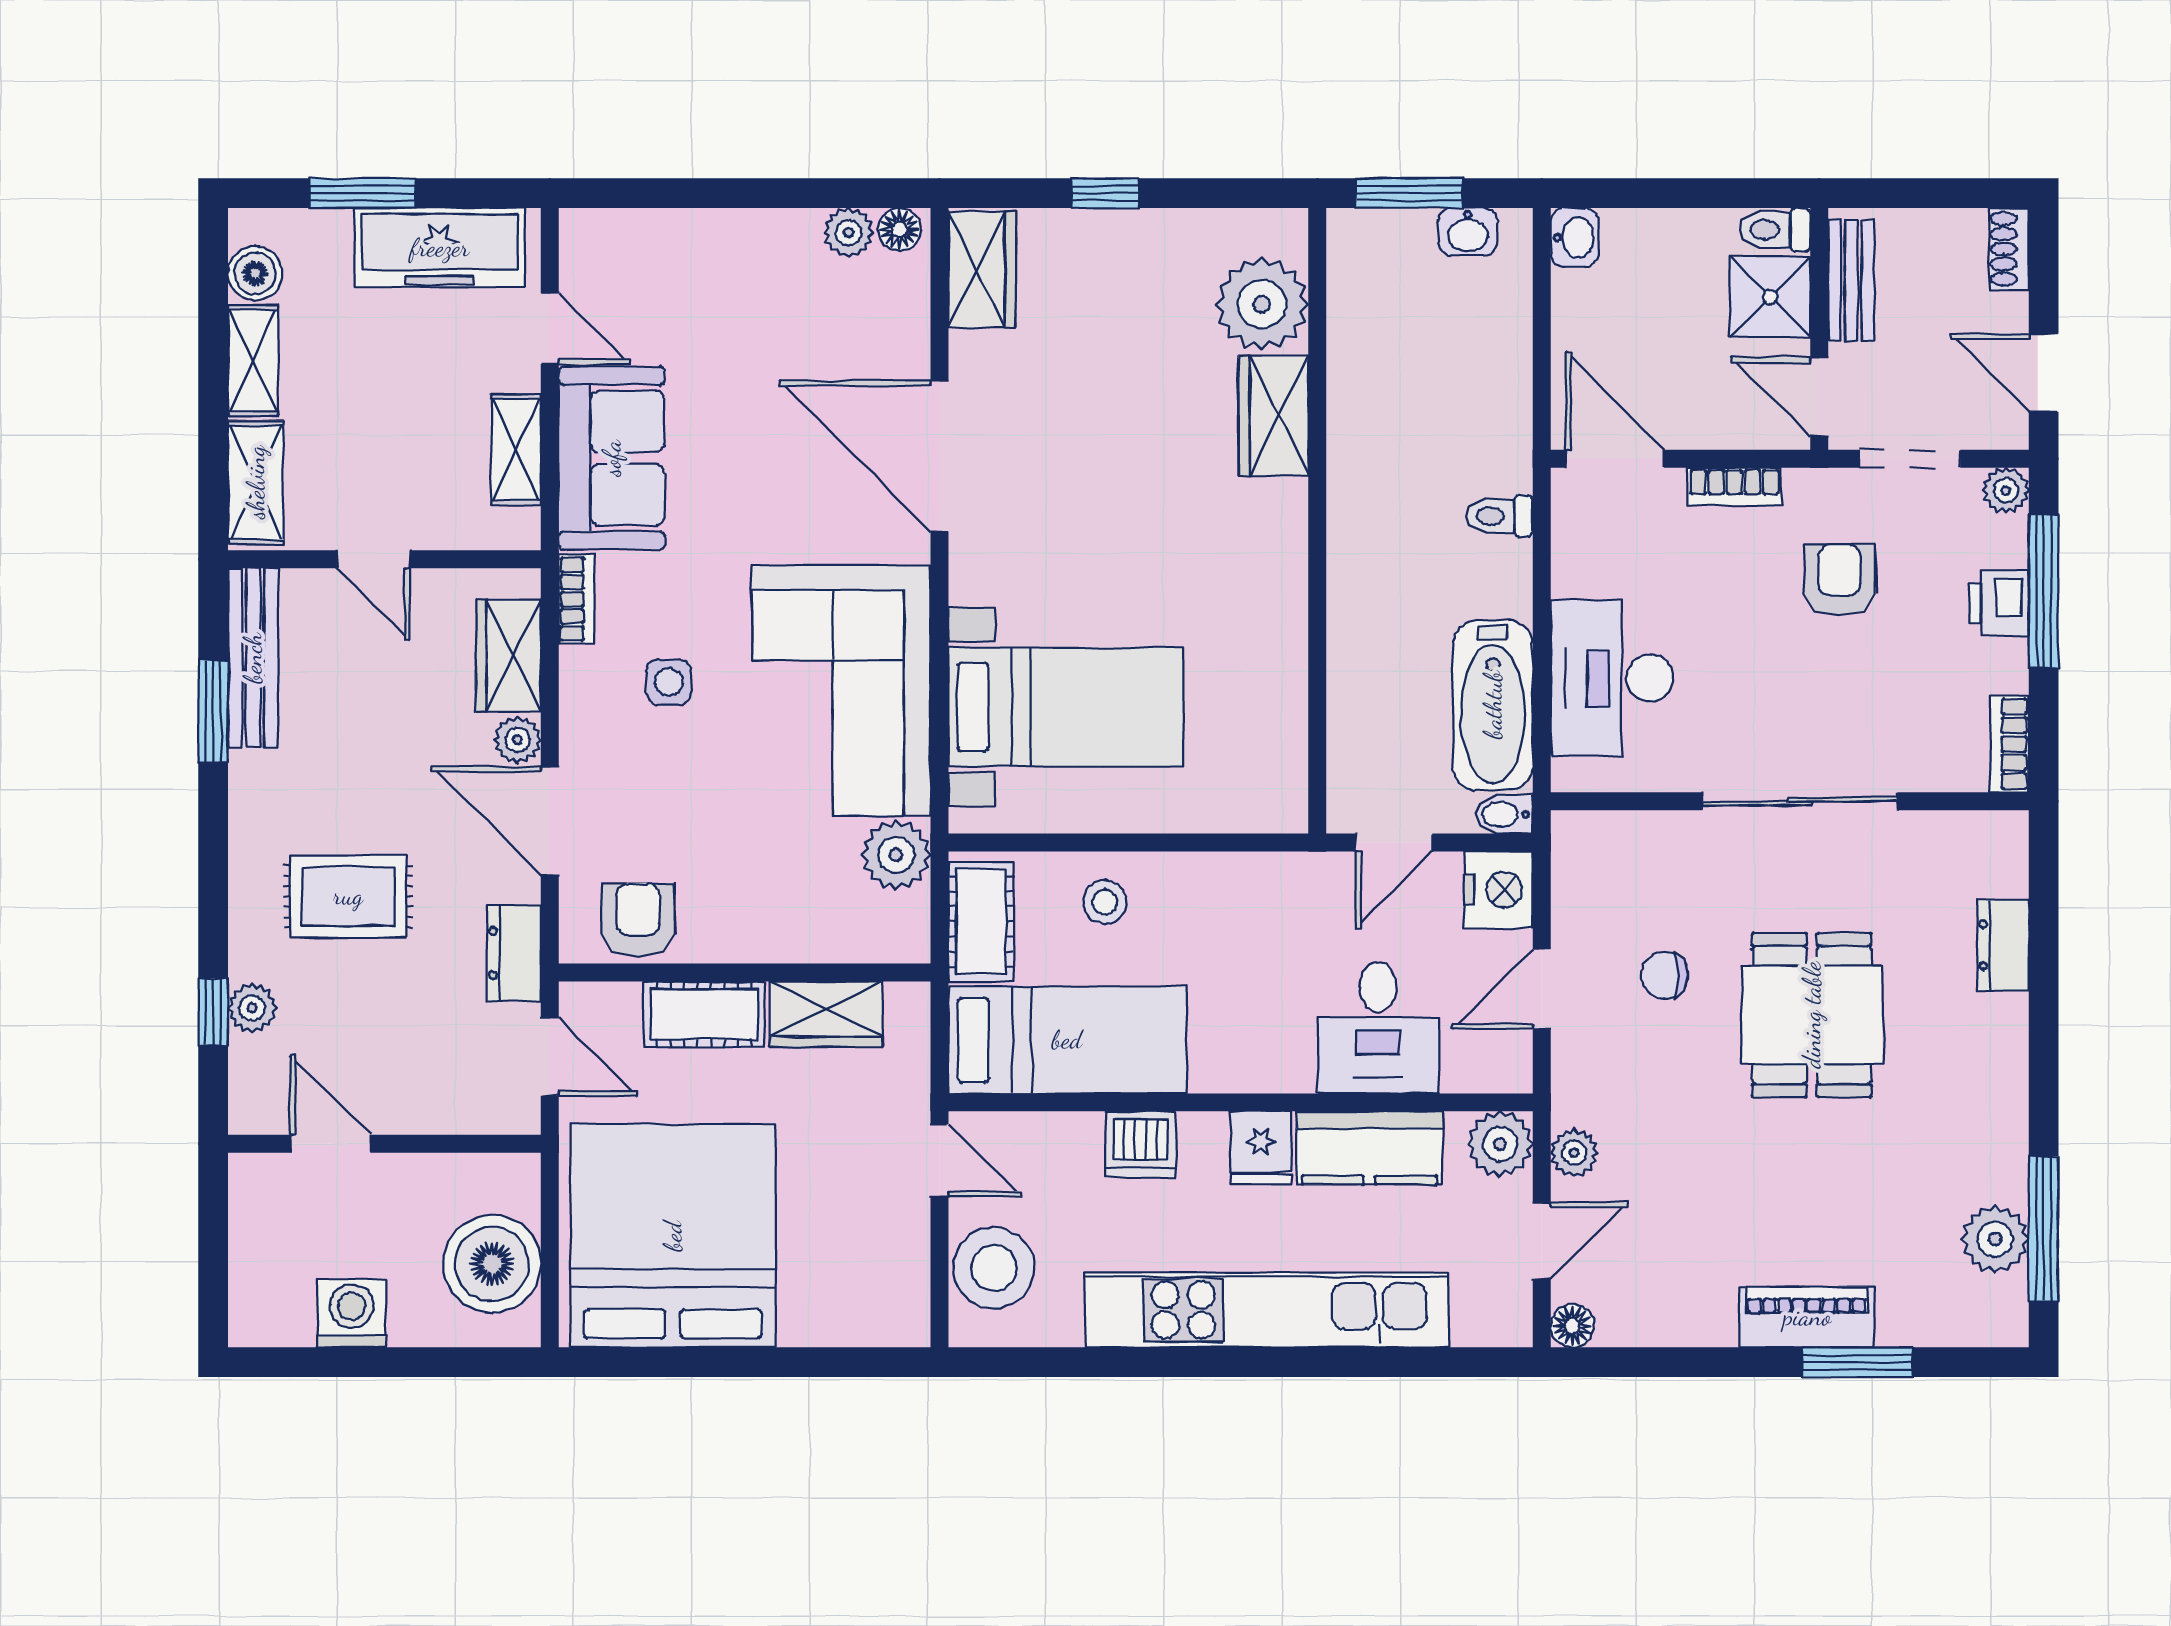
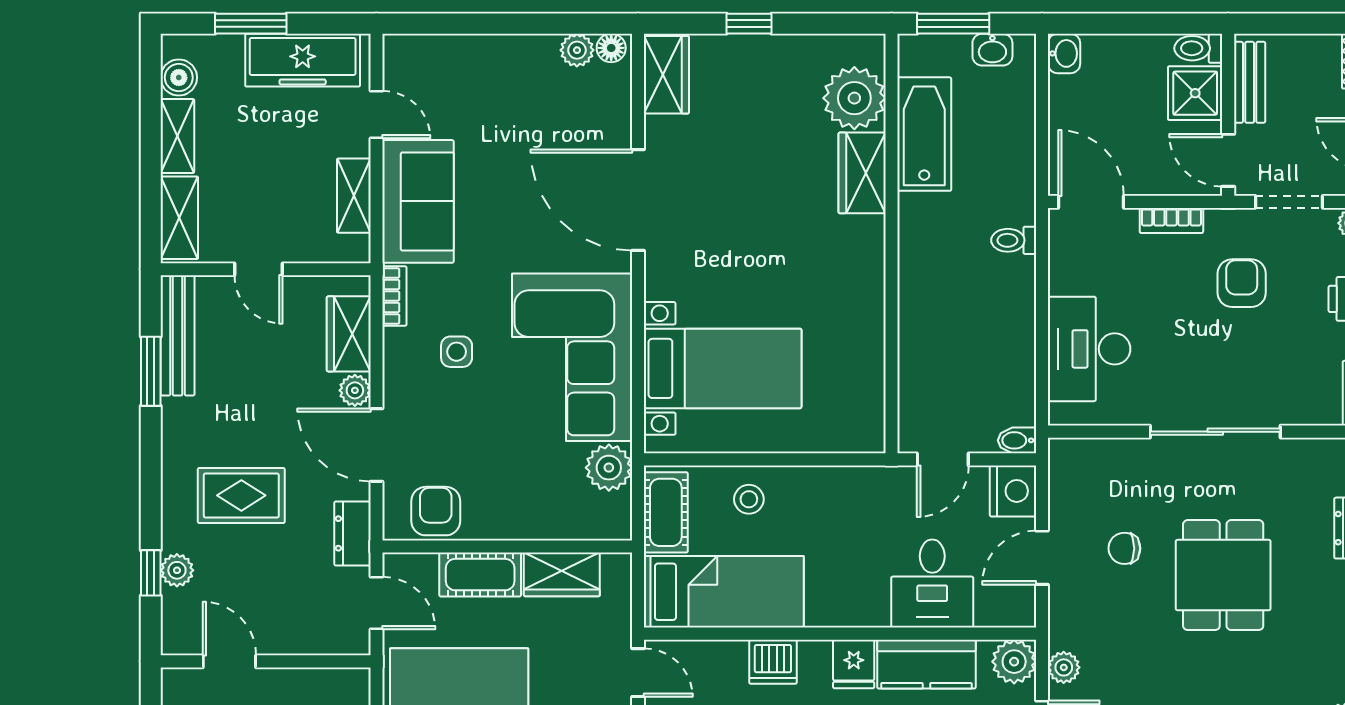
bathtub: (1493, 705) -> (924, 134), moved, turned 180

